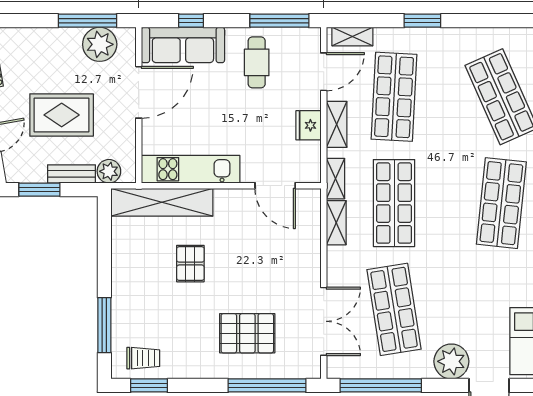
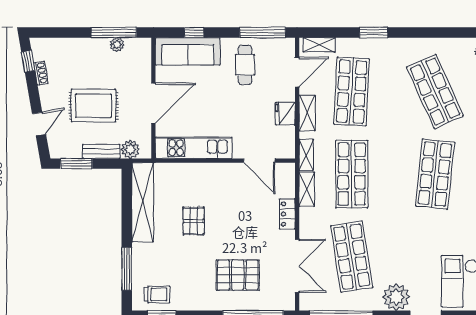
plant: (100, 44) -> (117, 45), width x0.53, depth x0.53
door: (139, 92) -> (153, 103), moved
shelving: (162, 202) -> (143, 202), moved, turned 90
locker: (311, 255) -> (287, 214), added

